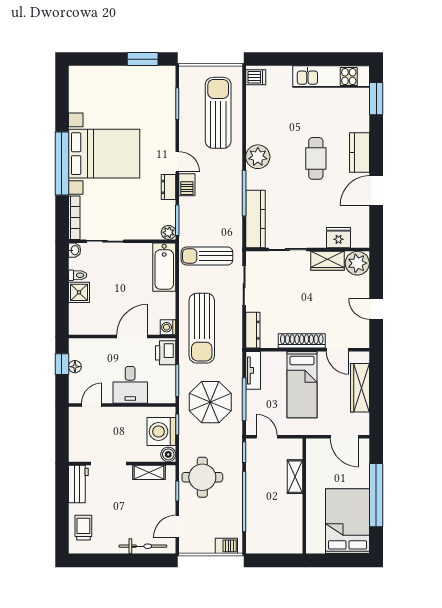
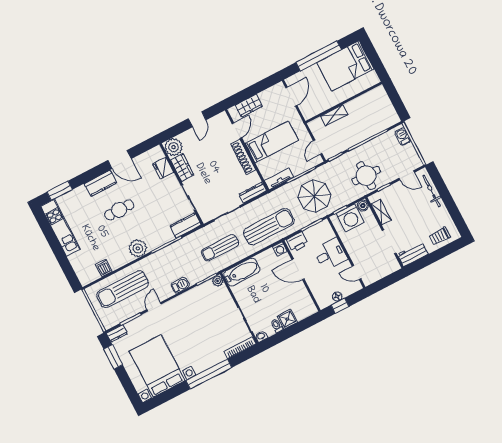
dishwasher: (256, 77) -> (104, 268), moved
bed with nightstands: (104, 154) -> (157, 366), moved
door: (177, 162) -> (154, 307), moved
dresser: (168, 187) -> (117, 333), moved
kitchen counter: (255, 219) -> (186, 225), width x0.67
sun lounger: (207, 256) -> (220, 248), turned 90
wardrobe: (360, 388) -> (249, 106), width x0.67

